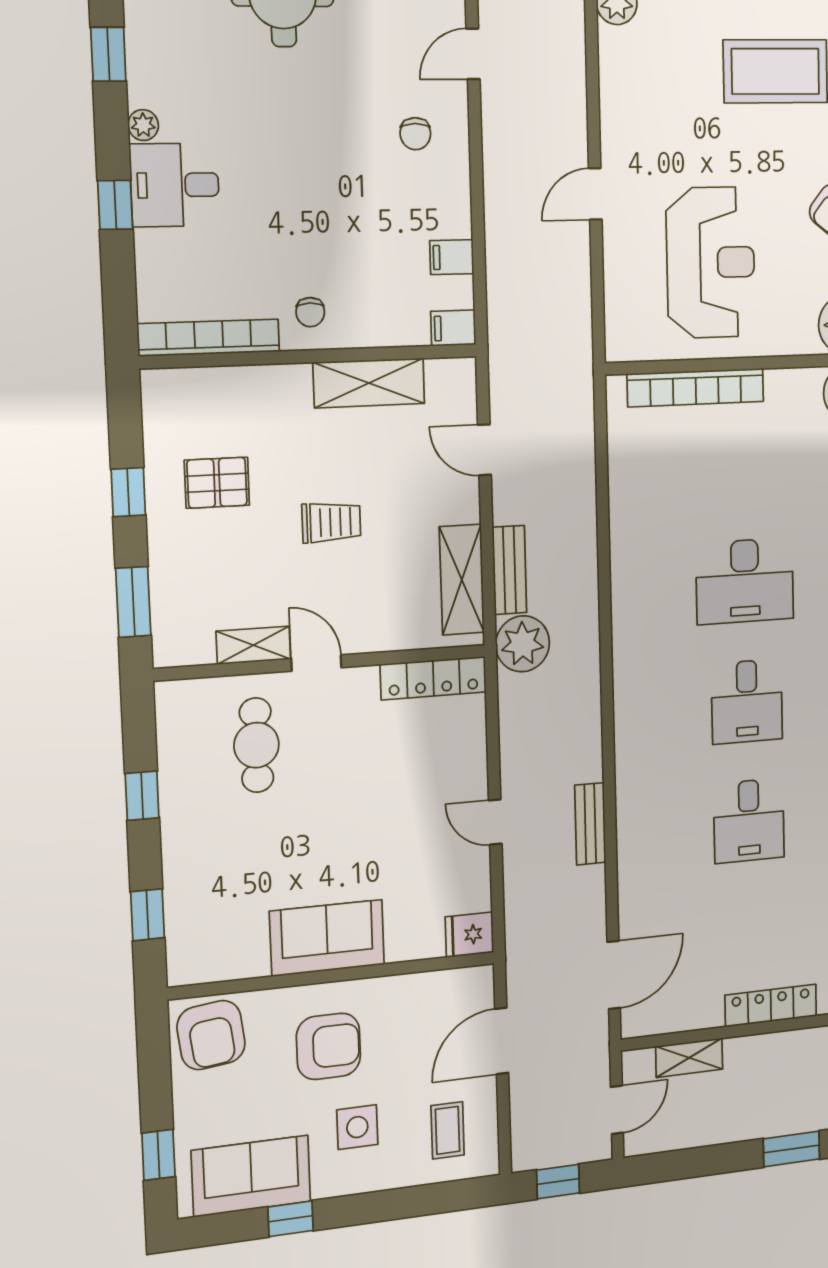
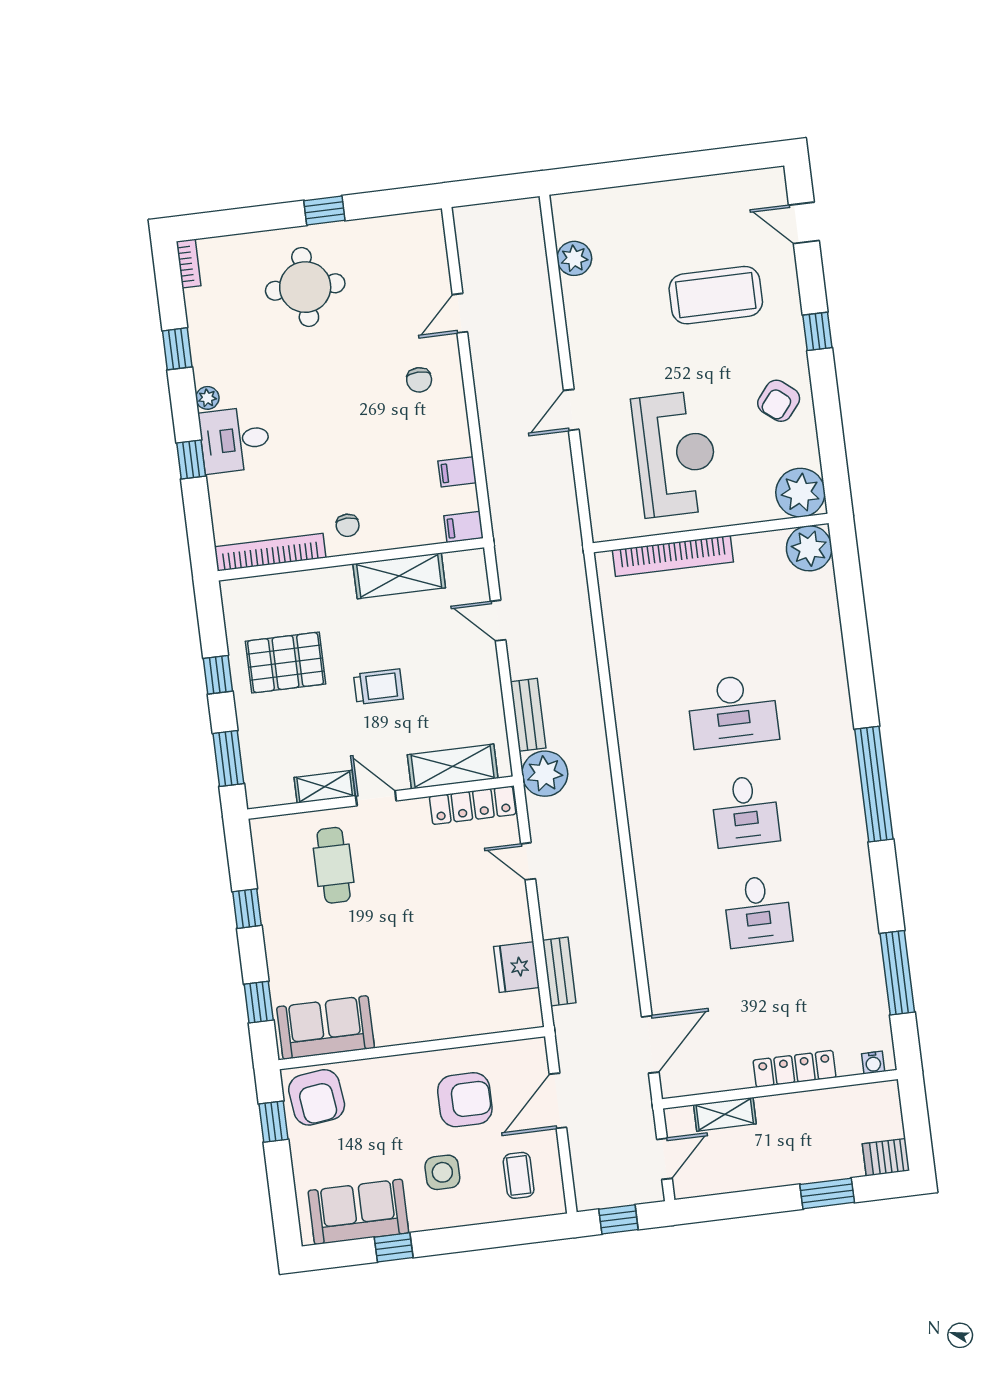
pallet: (217, 483) -> (286, 663), width x1.50, depth x1.42
shelving: (462, 580) -> (453, 766), moved, turned 90
door: (495, 822) -> (528, 861), moved
bench: (590, 824) -> (559, 971), moved
fridge: (469, 935) -> (516, 967), moved, width x1.38
sofa: (327, 938) -> (326, 1027), moved
armchair: (328, 1046) -> (465, 1100), moved
window: (158, 1155) -> (274, 1122), moved

